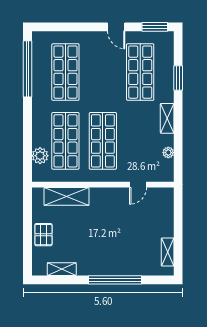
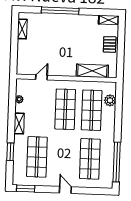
door: (116, 27) -> (65, 190), moved
shelving: (62, 269) -> (109, 20), moved

